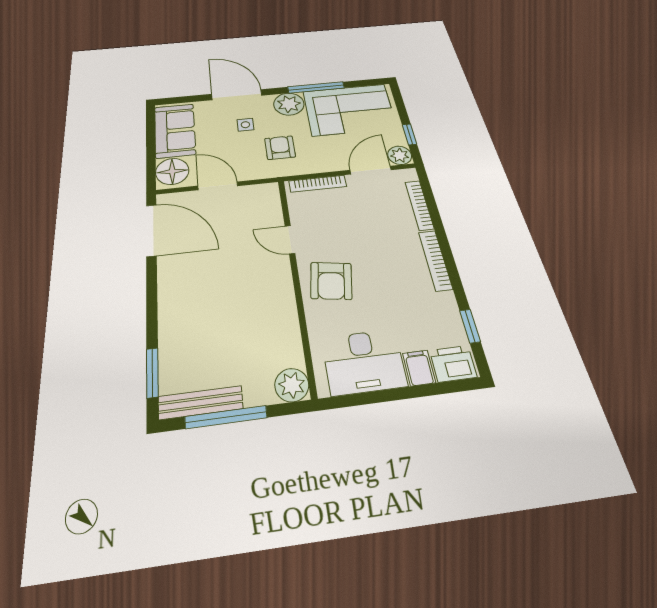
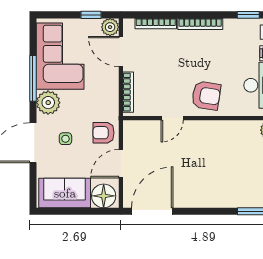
armchair: (280, 148) -> (104, 133), moved

